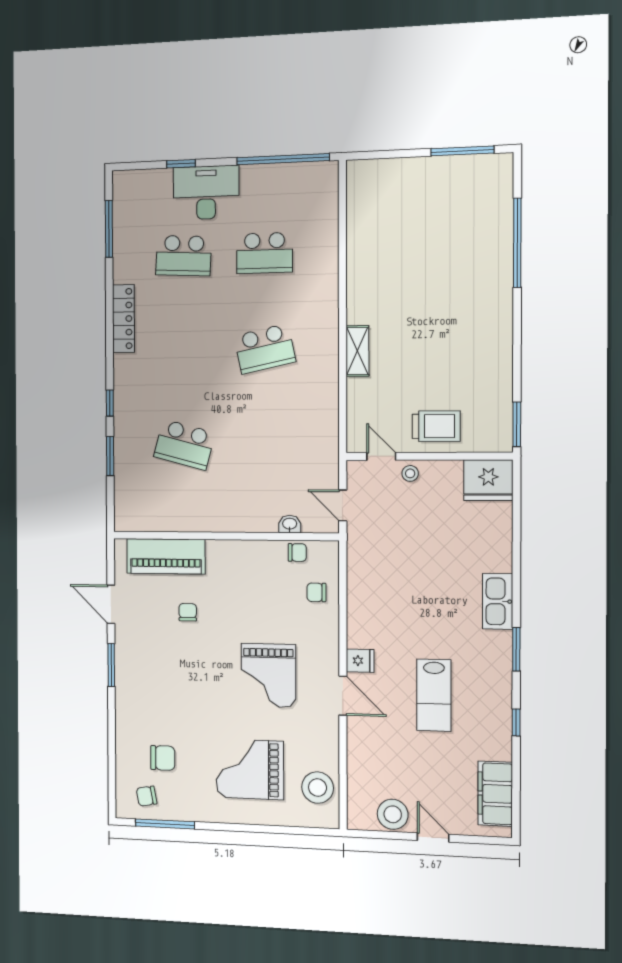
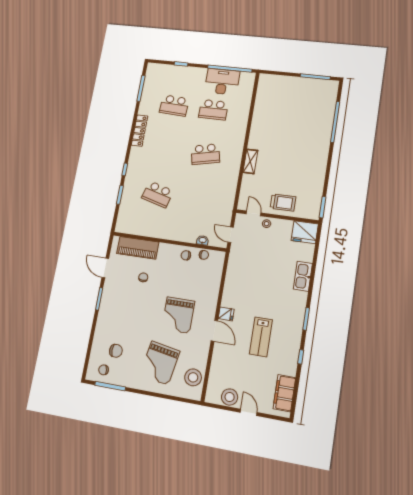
desk: (206, 193) -> (222, 82), moved
chair: (316, 592) -> (186, 255), moved
kitchen sink: (498, 601) -> (303, 276), moved
grand piano: (250, 769) -> (160, 363), turned -80

